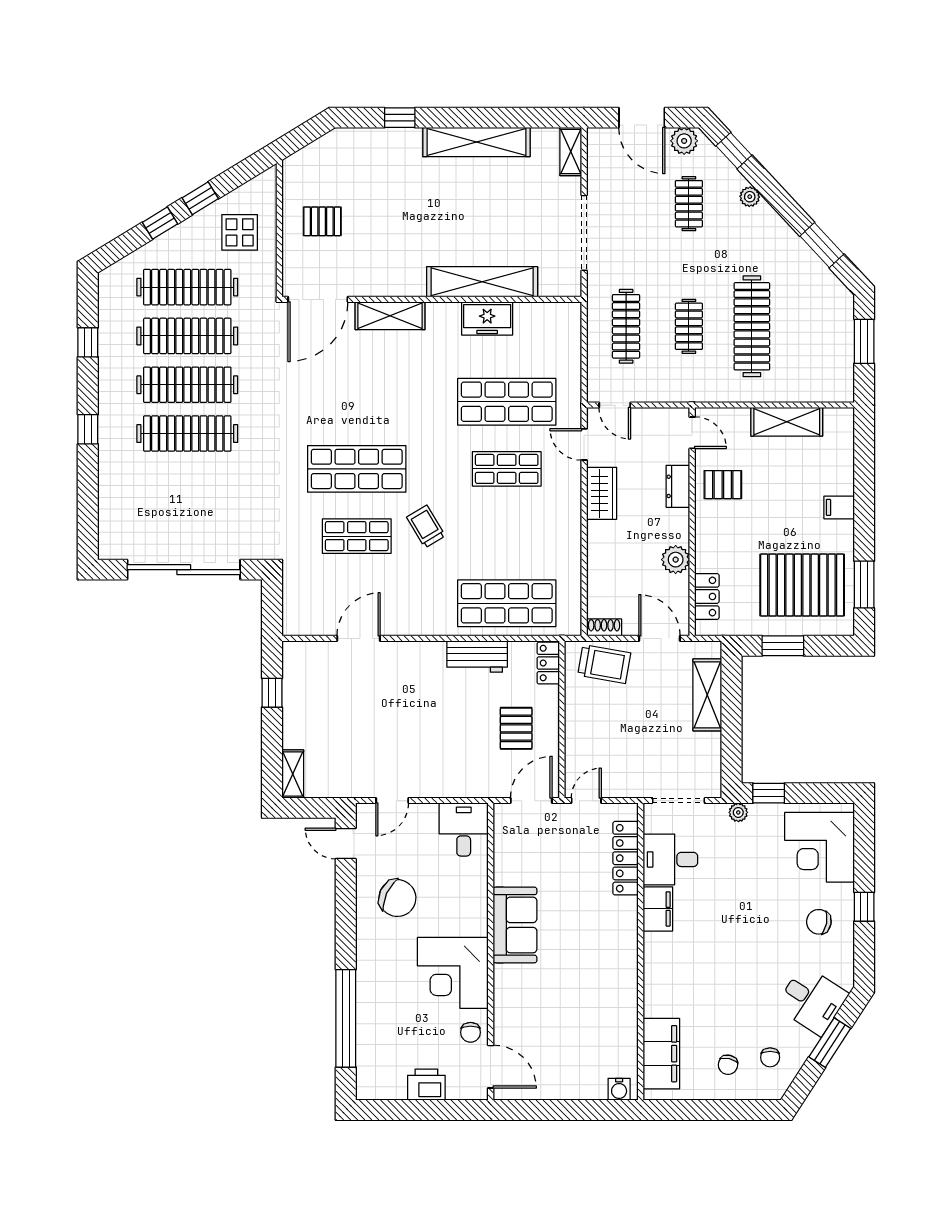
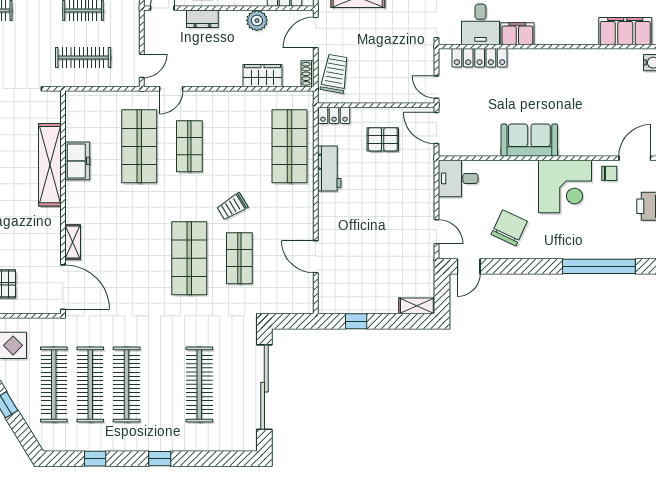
shelving: (390, 316) -> (73, 242), width x0.67, depth x0.75
clothes rail: (187, 434) -> (199, 384), moved
wardrobe: (602, 493) -> (263, 76), moved

